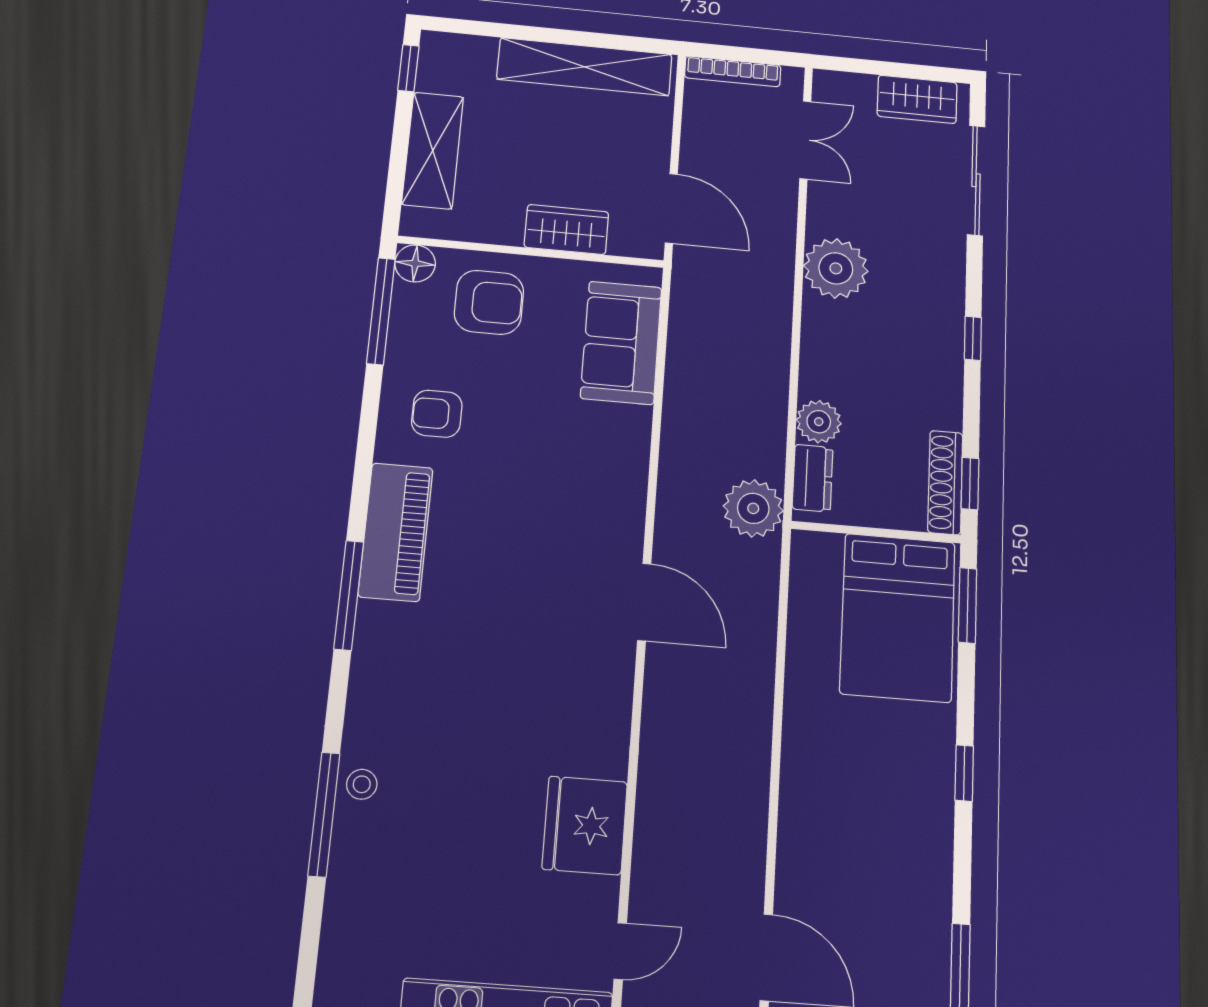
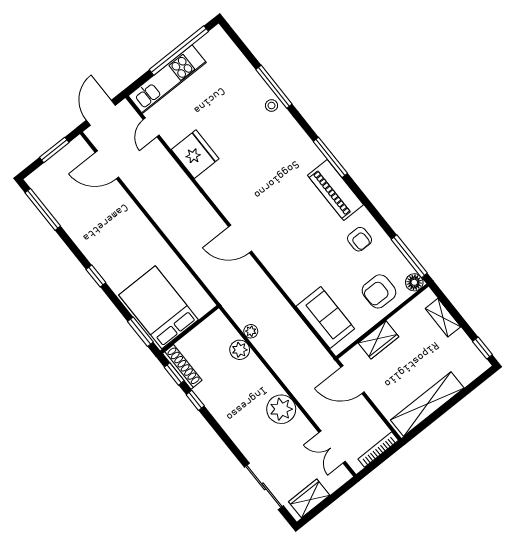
shelving: (433, 150) -> (443, 318), width x0.67, depth x0.75
window: (973, 338) -> (195, 400), moved
armchair: (437, 414) -> (360, 239), turned 90
dresser: (813, 478) -> (225, 329), removed
plant: (753, 508) -> (251, 331), moved, width x0.53, depth x0.53

